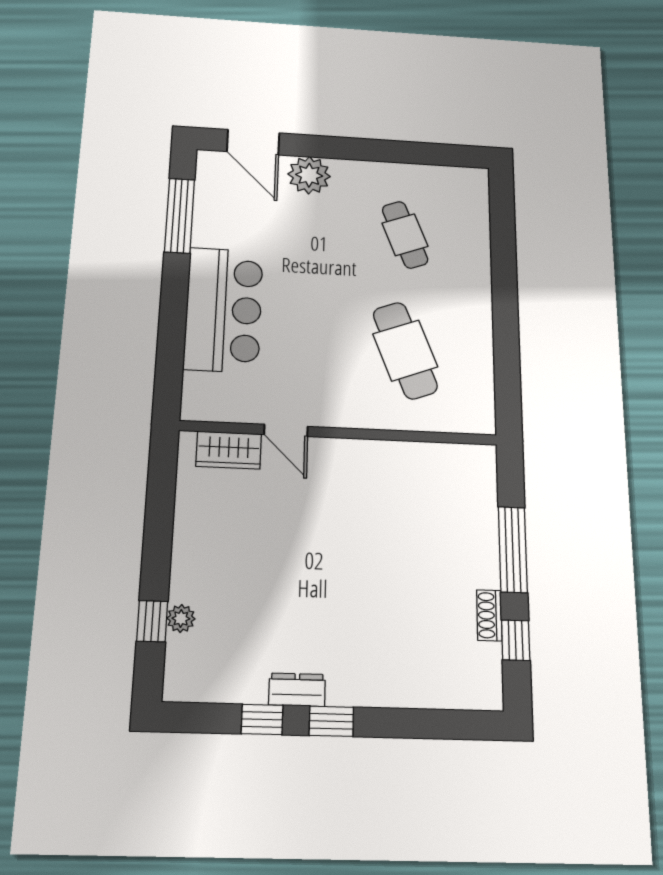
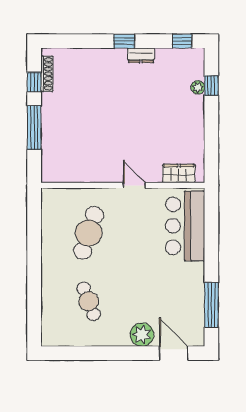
bar counter: (224, 310) -> (185, 226), moved
cafe table: (405, 350) -> (89, 233), turned 39
door: (286, 430) -> (134, 185), moved
shoe rack: (489, 615) -> (47, 74), moved, width x1.43
window: (262, 719) -> (182, 41), moved

